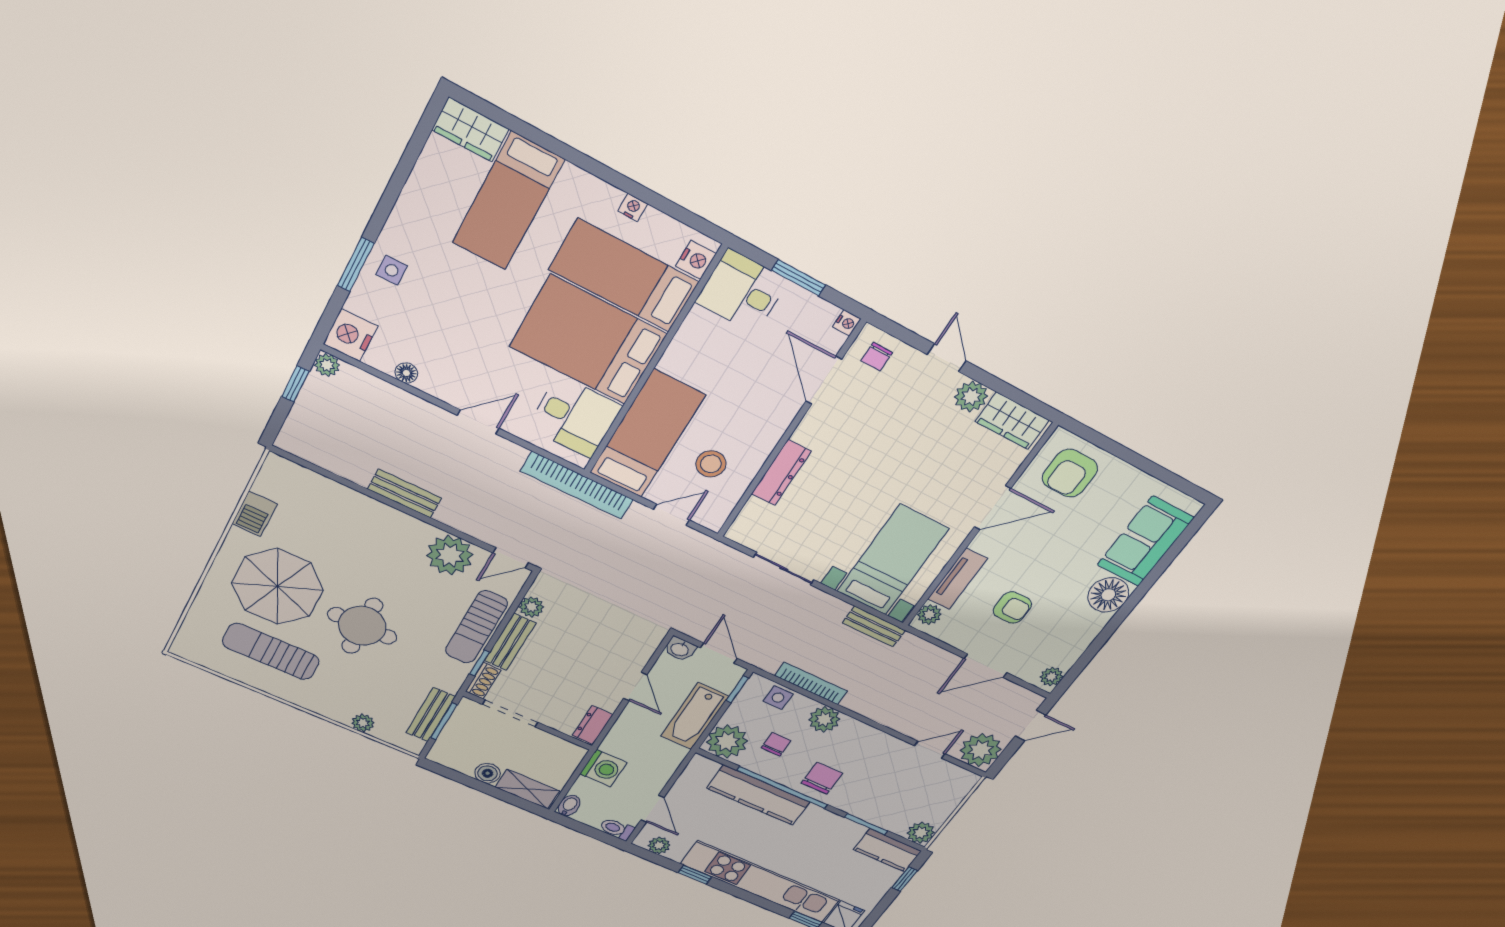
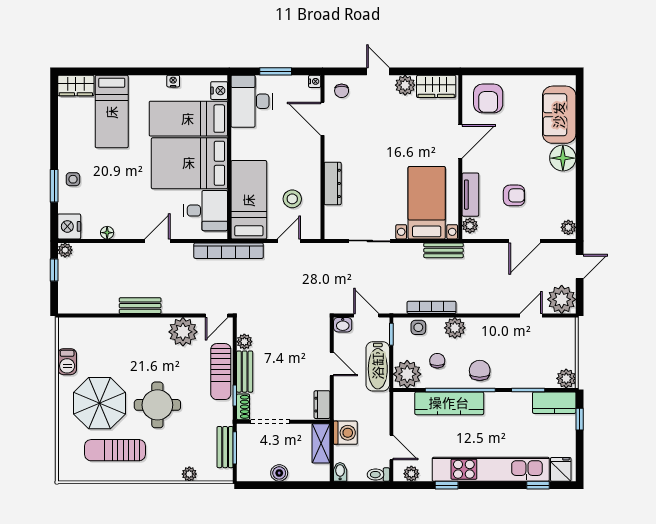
desk: (742, 291) -> (252, 101), width x1.37
shelving: (527, 789) -> (321, 443), moved, turned 90

